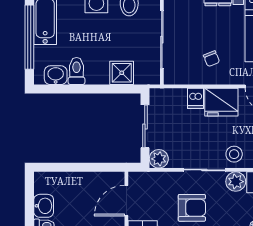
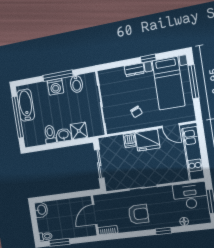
washbasin: (56, 75) -> (64, 135), moved
stool: (234, 154) -> (162, 174), removed
plant: (159, 159) -> (112, 184), removed
plant: (236, 182) -> (165, 193), removed
washbasin: (44, 206) -> (41, 210), moved

